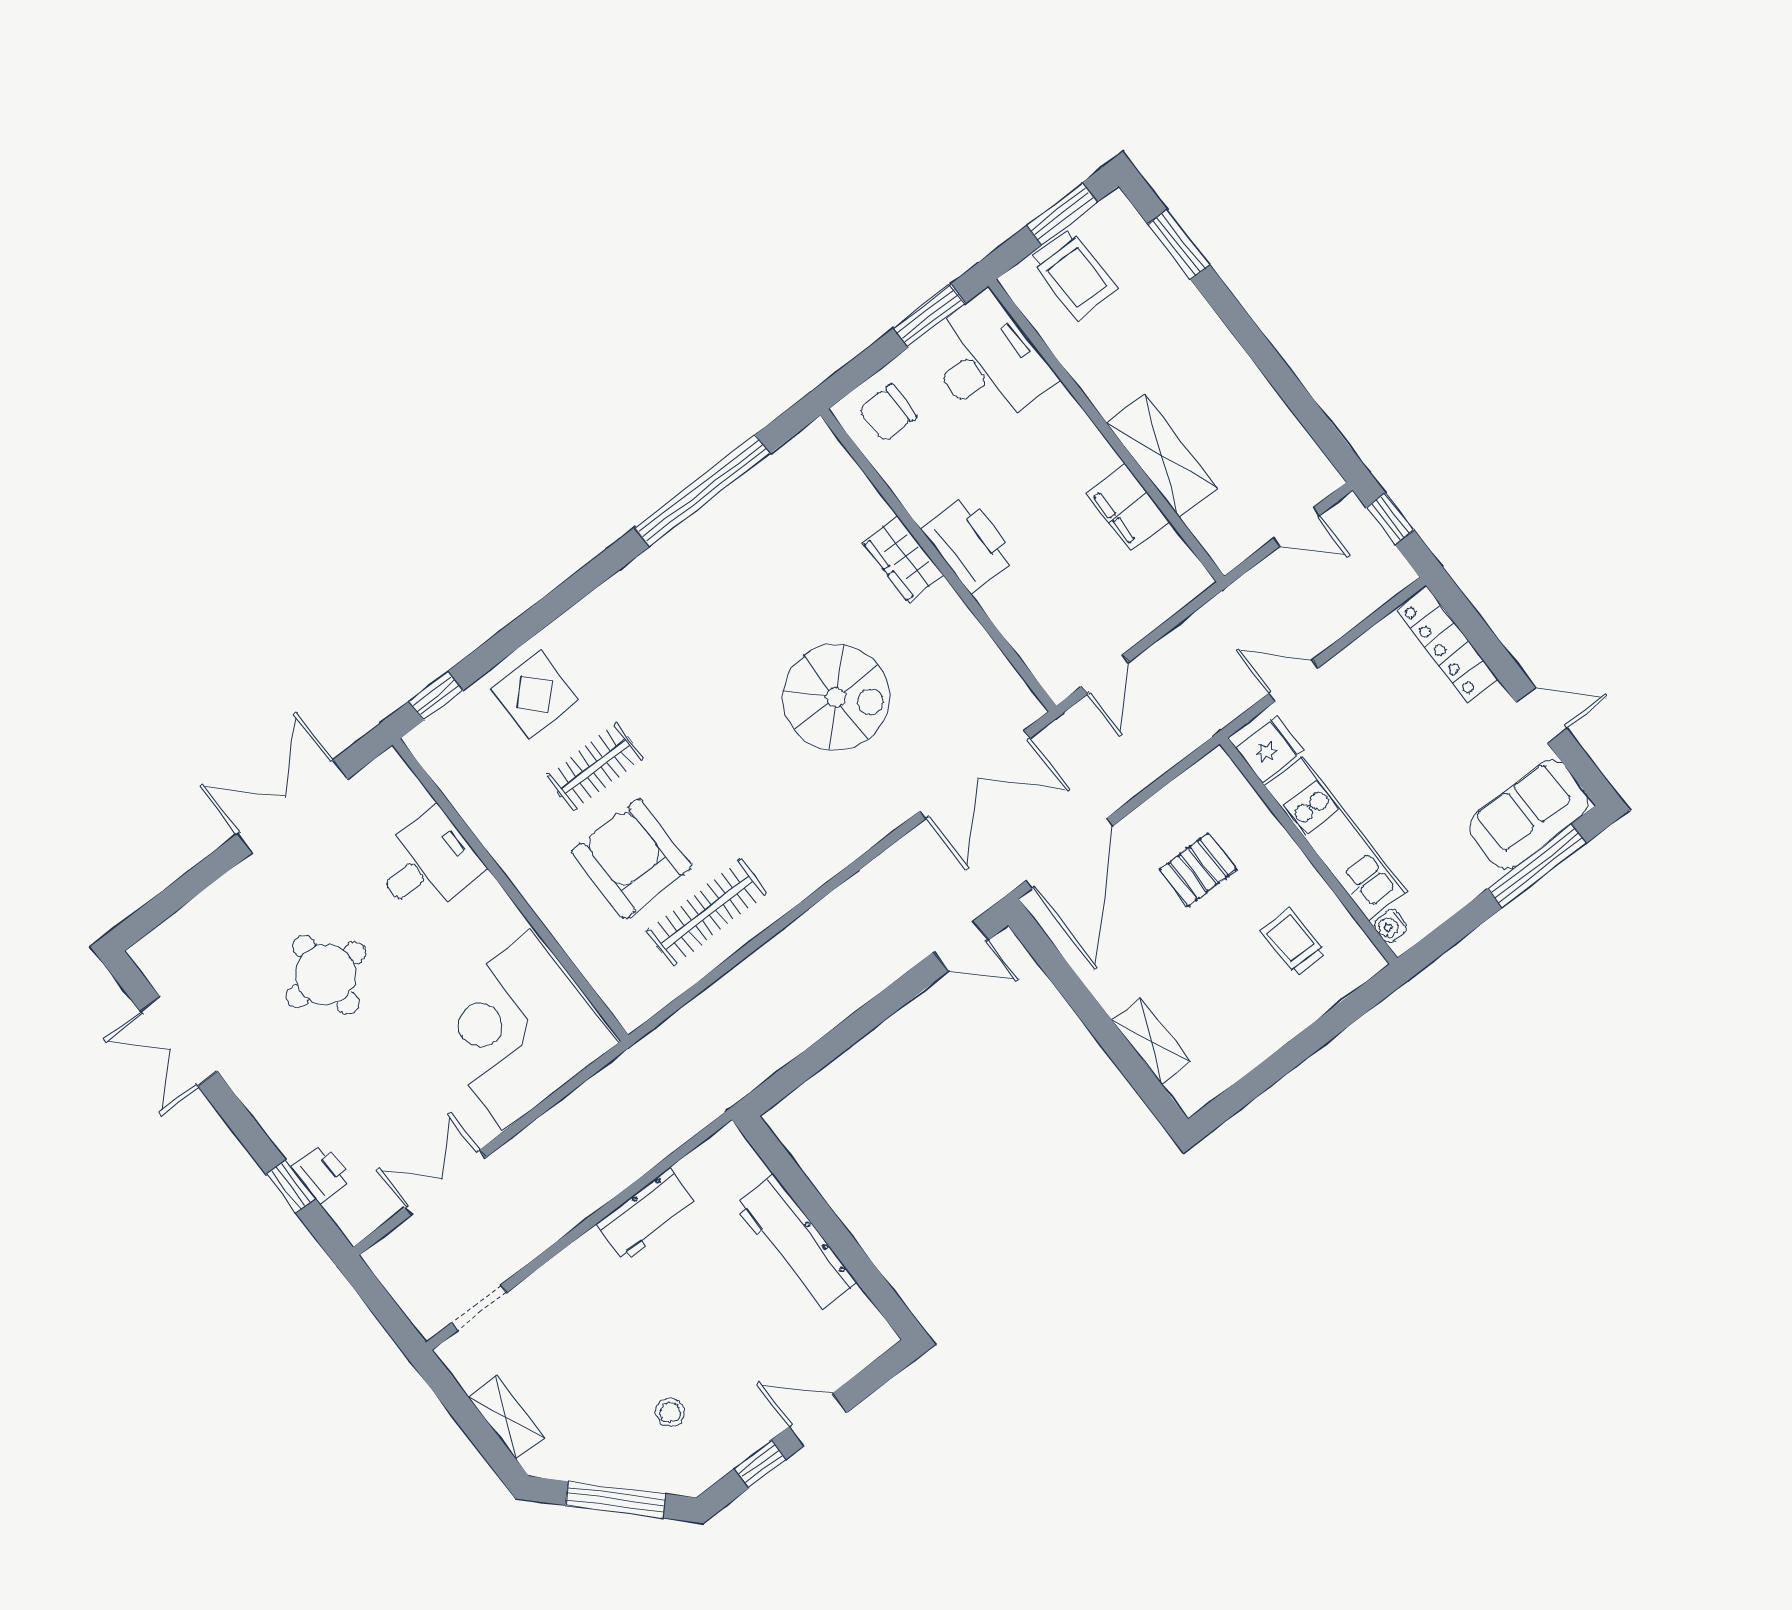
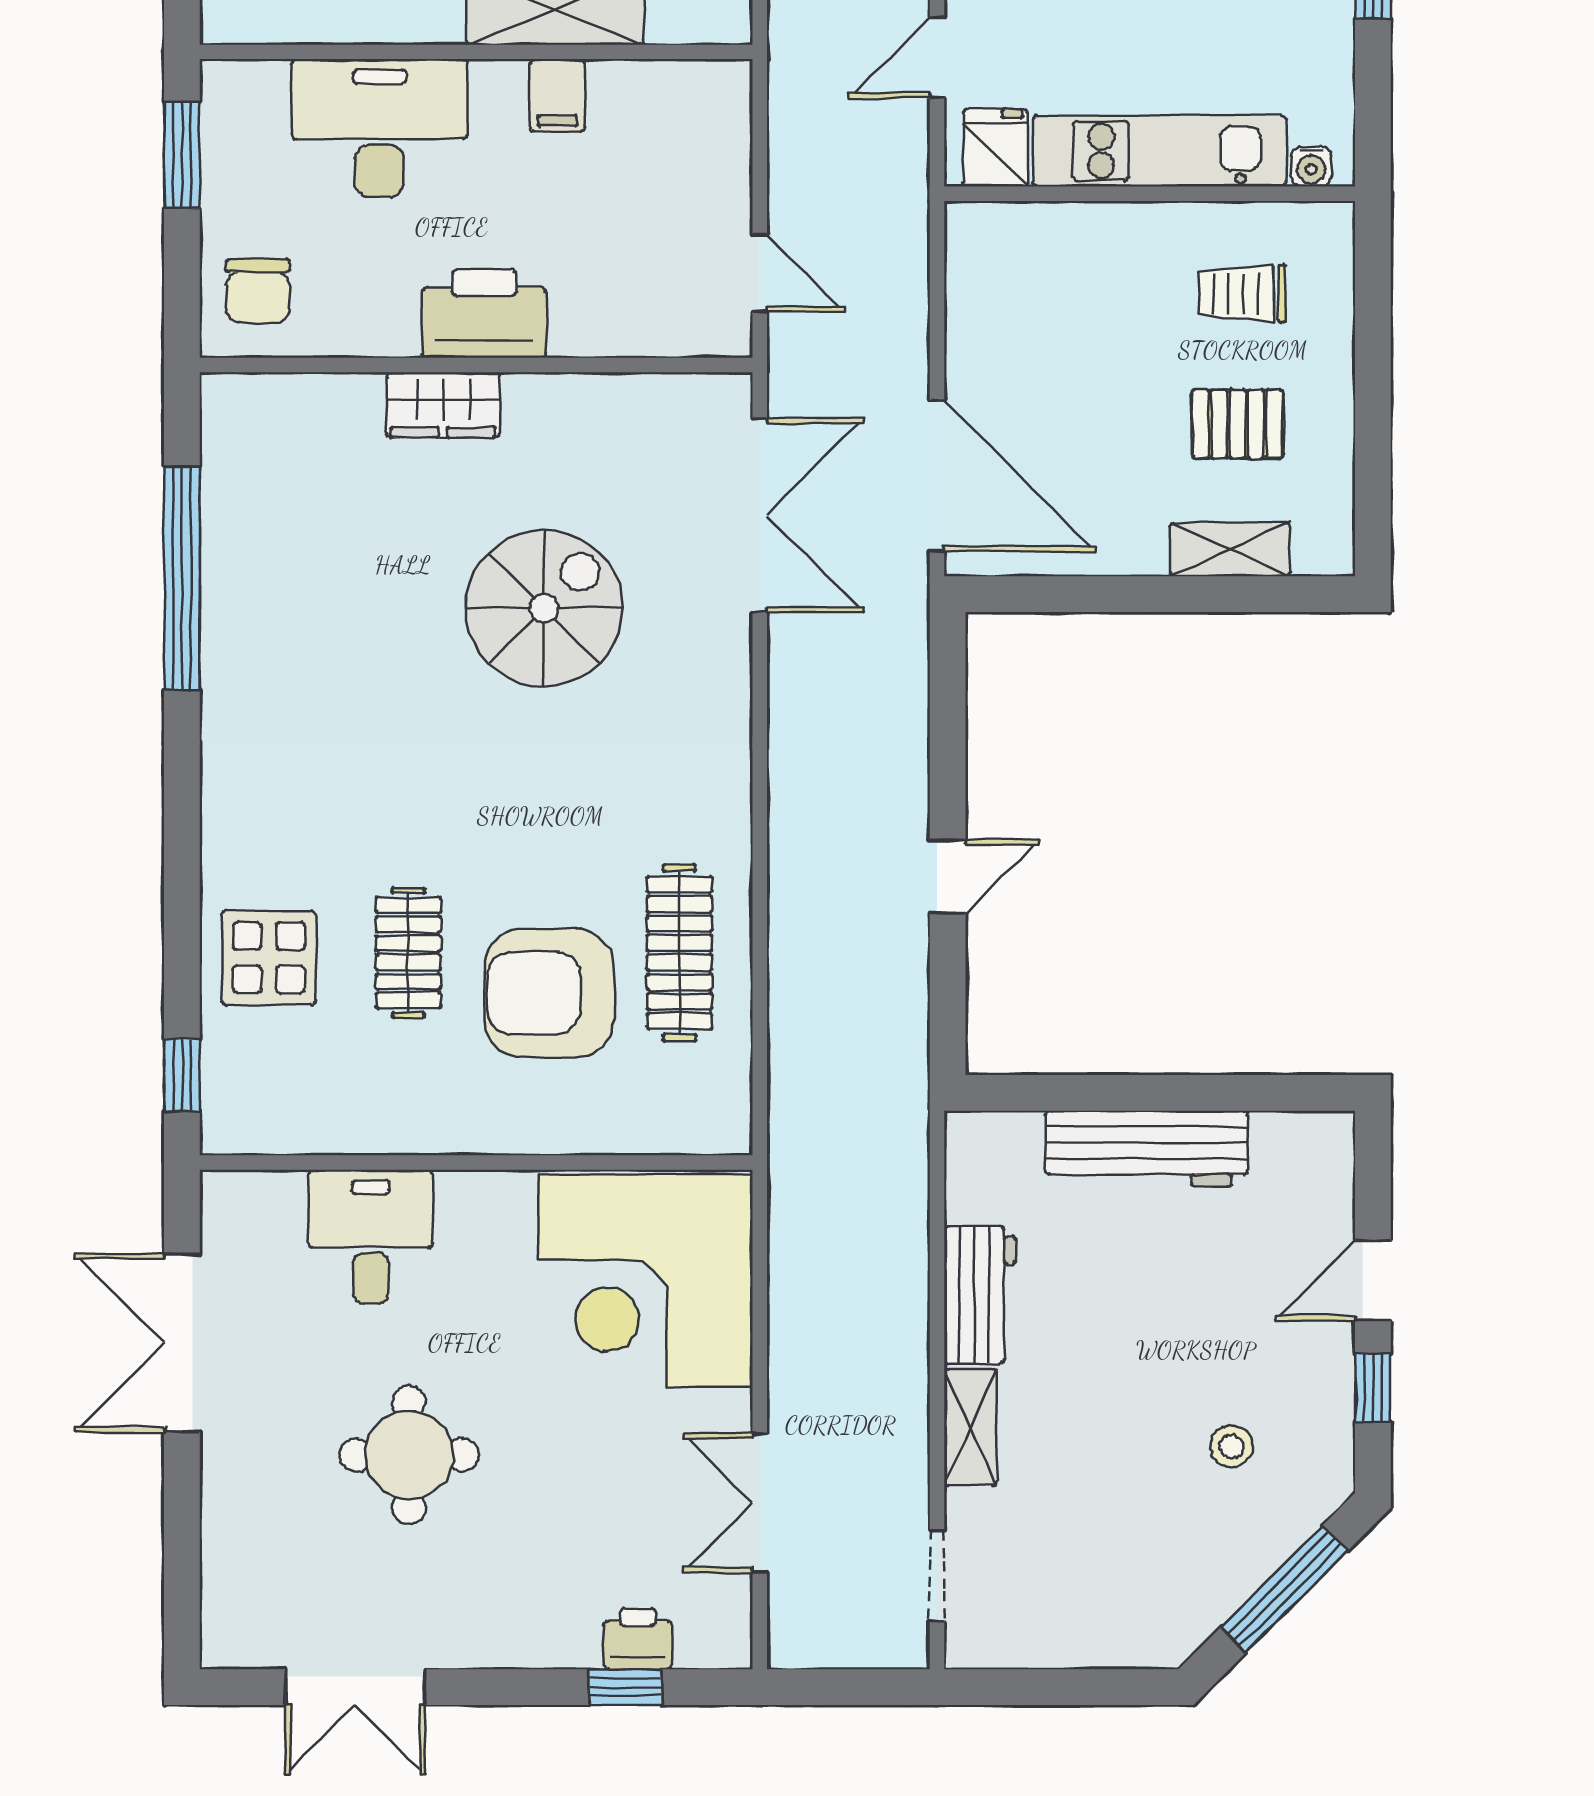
desk: (988, 361) -> (379, 128), moved
filing cabinet: (1128, 507) -> (557, 95), width x0.50
pallet: (1198, 869) -> (1237, 424), moved, turned 90
door: (961, 946) -> (948, 876), moved
shelving: (506, 1417) -> (970, 1427), moved, turned 90

